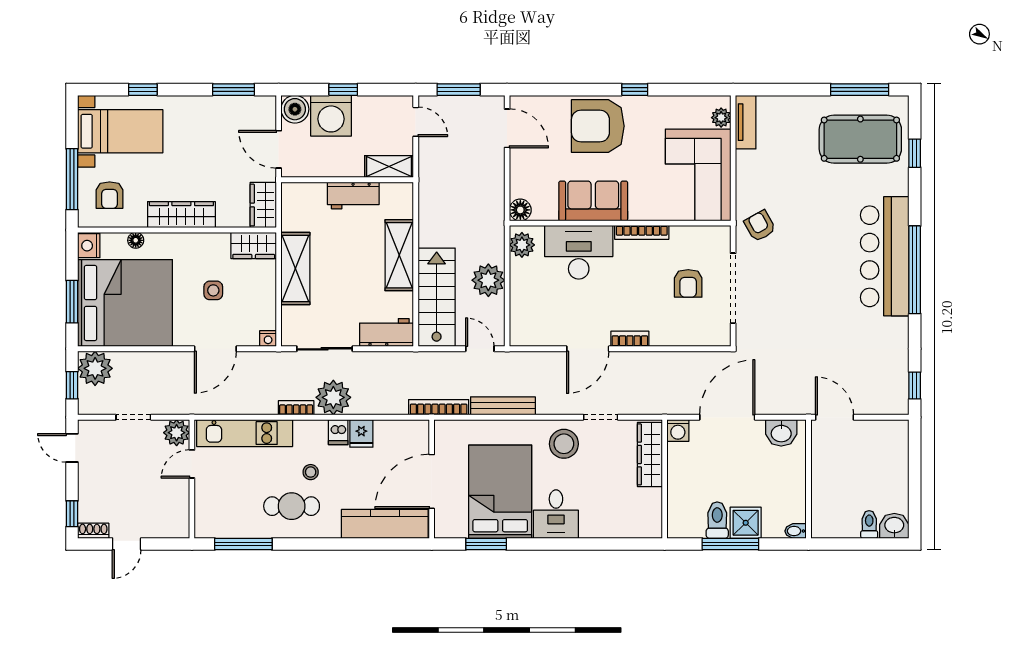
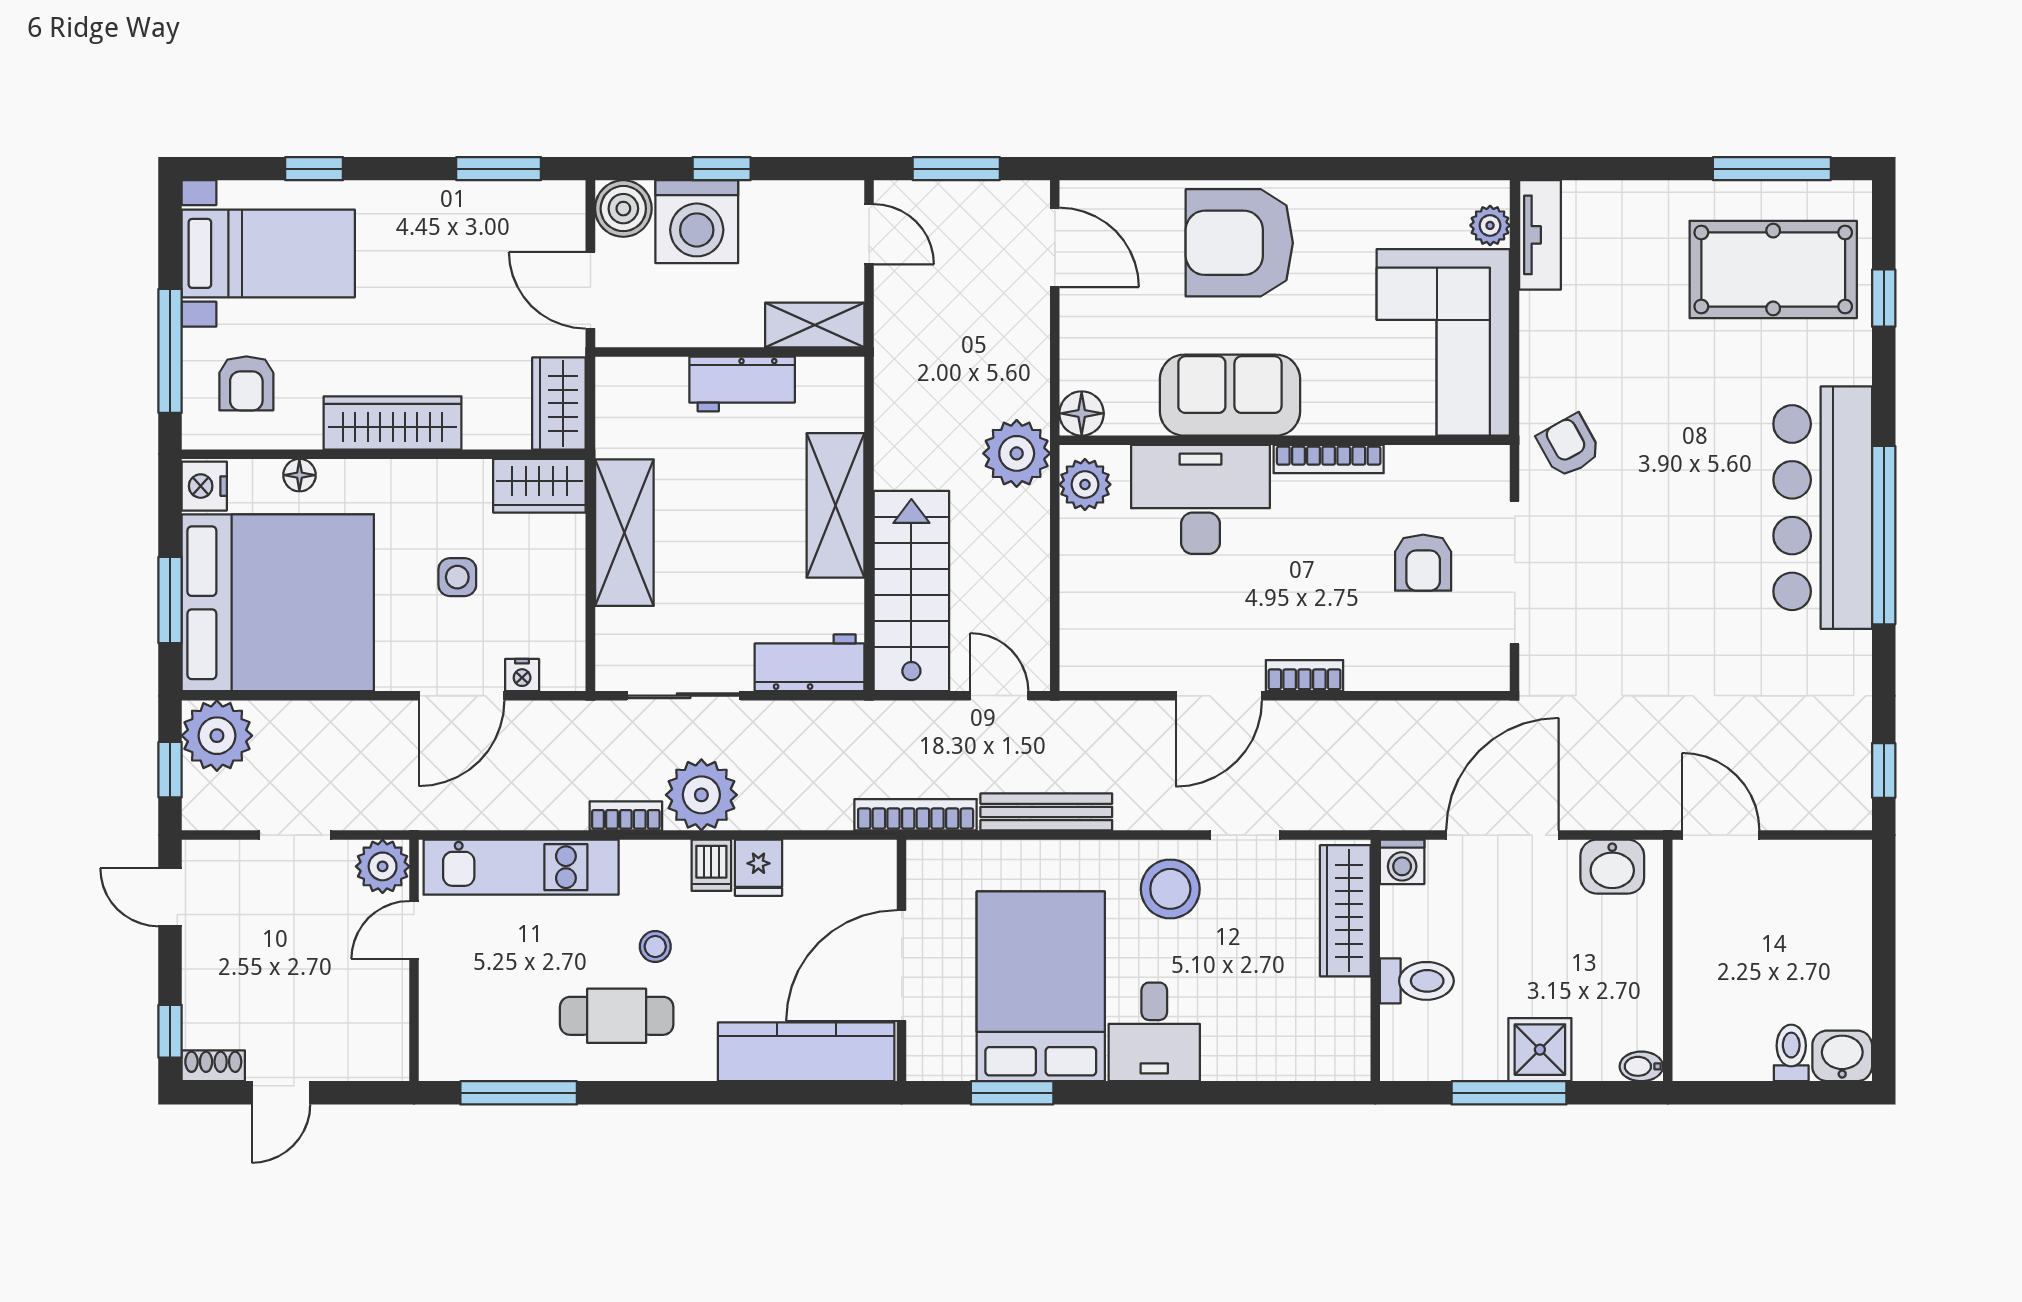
window: (635, 90) -> (1314, 169), removed
plant: (488, 280) -> (1017, 453), moved
nightstand: (268, 339) -> (522, 675), moved
toilet: (717, 520) -> (1417, 981), moved, turned 90

